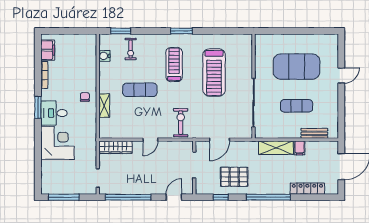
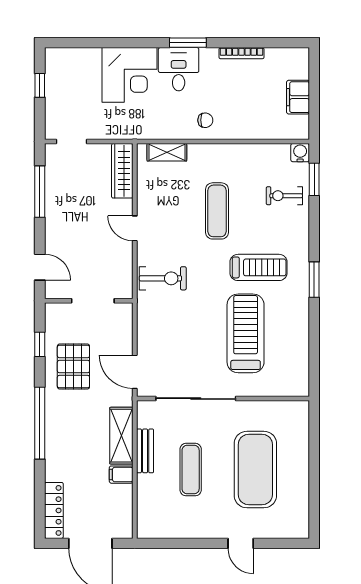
filing cabinet: (48, 50) -> (298, 97), moved, turned 90
water cooler: (104, 56) -> (300, 153), moved
treadmill: (214, 72) -> (246, 333), turned 90
shelving: (104, 106) -> (167, 152), moved
bench: (314, 133) -> (145, 451), moved
door: (219, 140) -> (135, 372), moved
locker: (307, 189) -> (54, 510), moved
window: (64, 197) -> (40, 85), width x0.46
window: (128, 197) -> (40, 192), width x0.68

